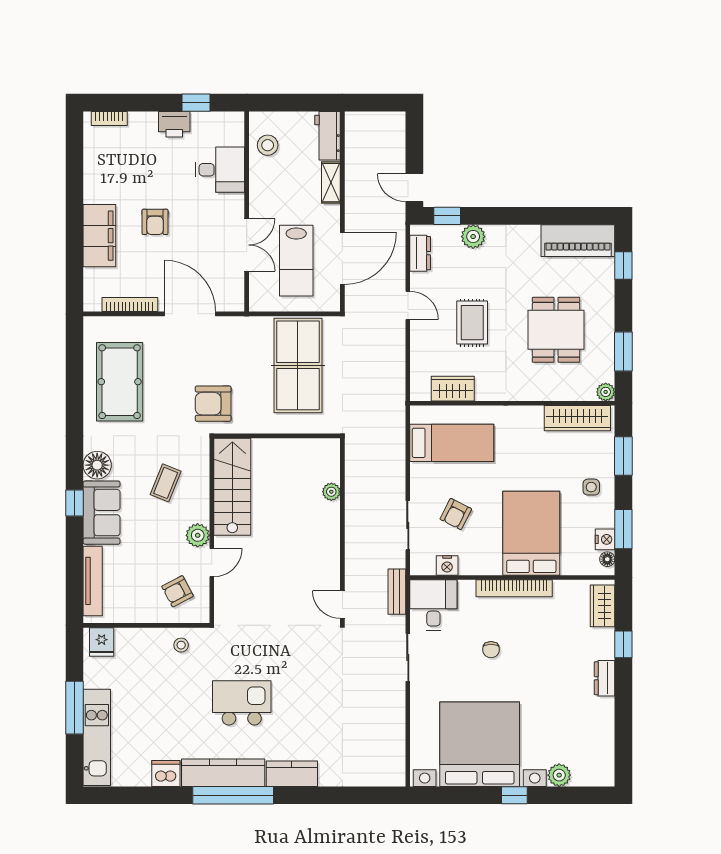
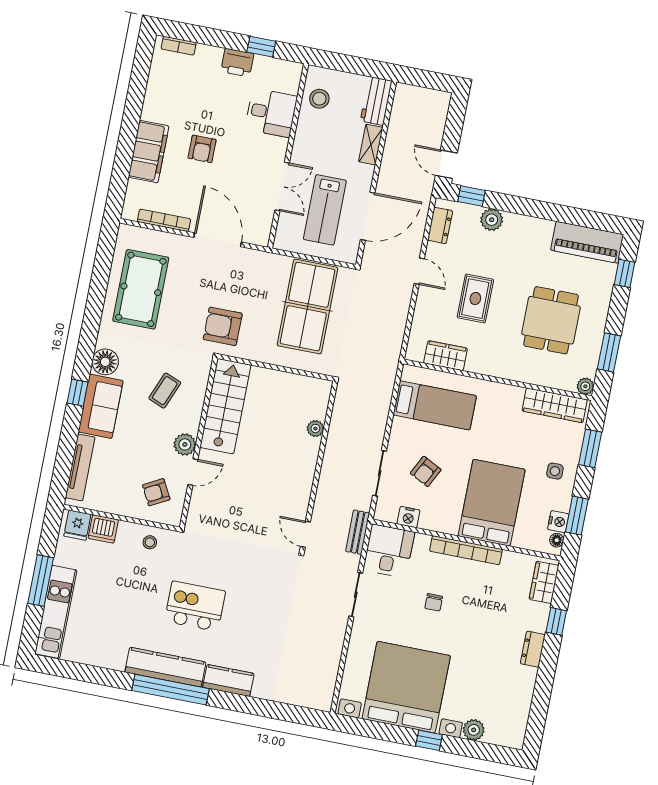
dishwasher: (166, 773) -> (103, 529), moved, turned 180

